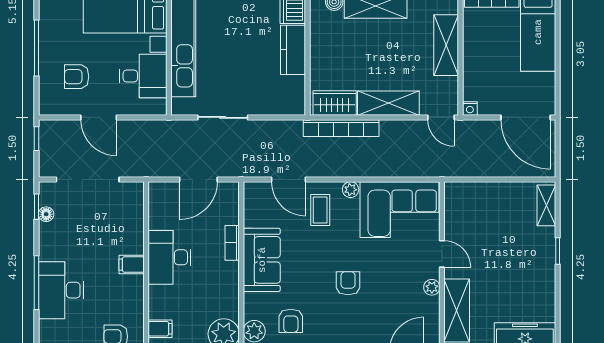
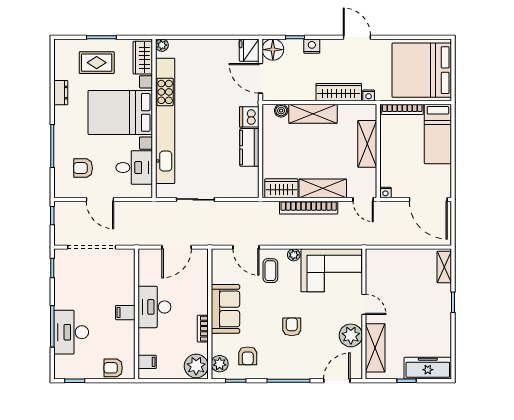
bookcase: (341, 128) -> (309, 208), moved
floor lamp: (46, 214) -> (60, 274), removed
bookcase: (232, 243) -> (203, 329), moved
plant: (432, 287) -> (351, 335), width x1.88, depth x1.88

